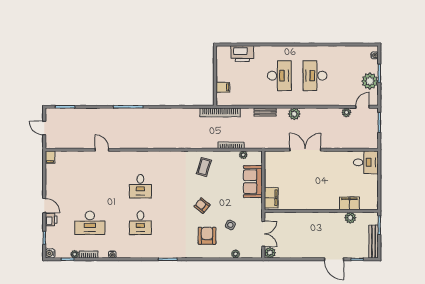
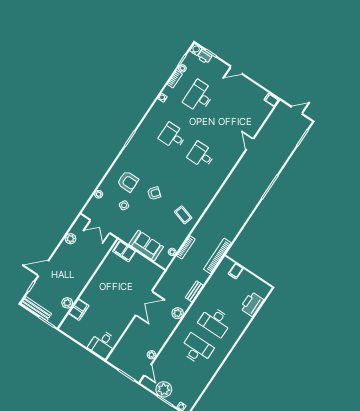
door: (102, 150) -> (250, 144), swing flipped
printer: (51, 220) -> (205, 57), moved
plant: (270, 253) -> (71, 239), moved

